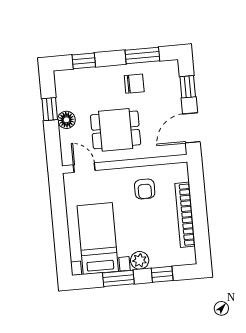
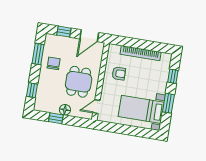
door: (191, 128) -> (89, 36), hinge flipped
plant: (140, 260) -> (161, 88), removed

